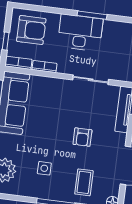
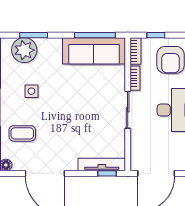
sliding door: (91, 80) -> (128, 110), moved
armchair: (82, 137) -> (68, 126), removed

